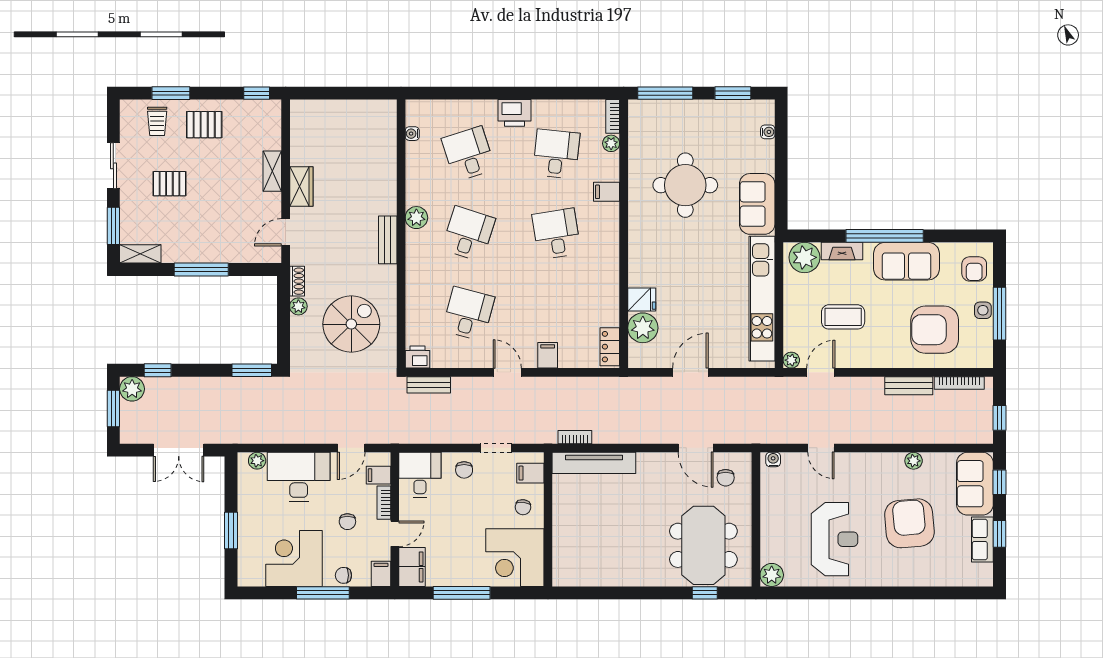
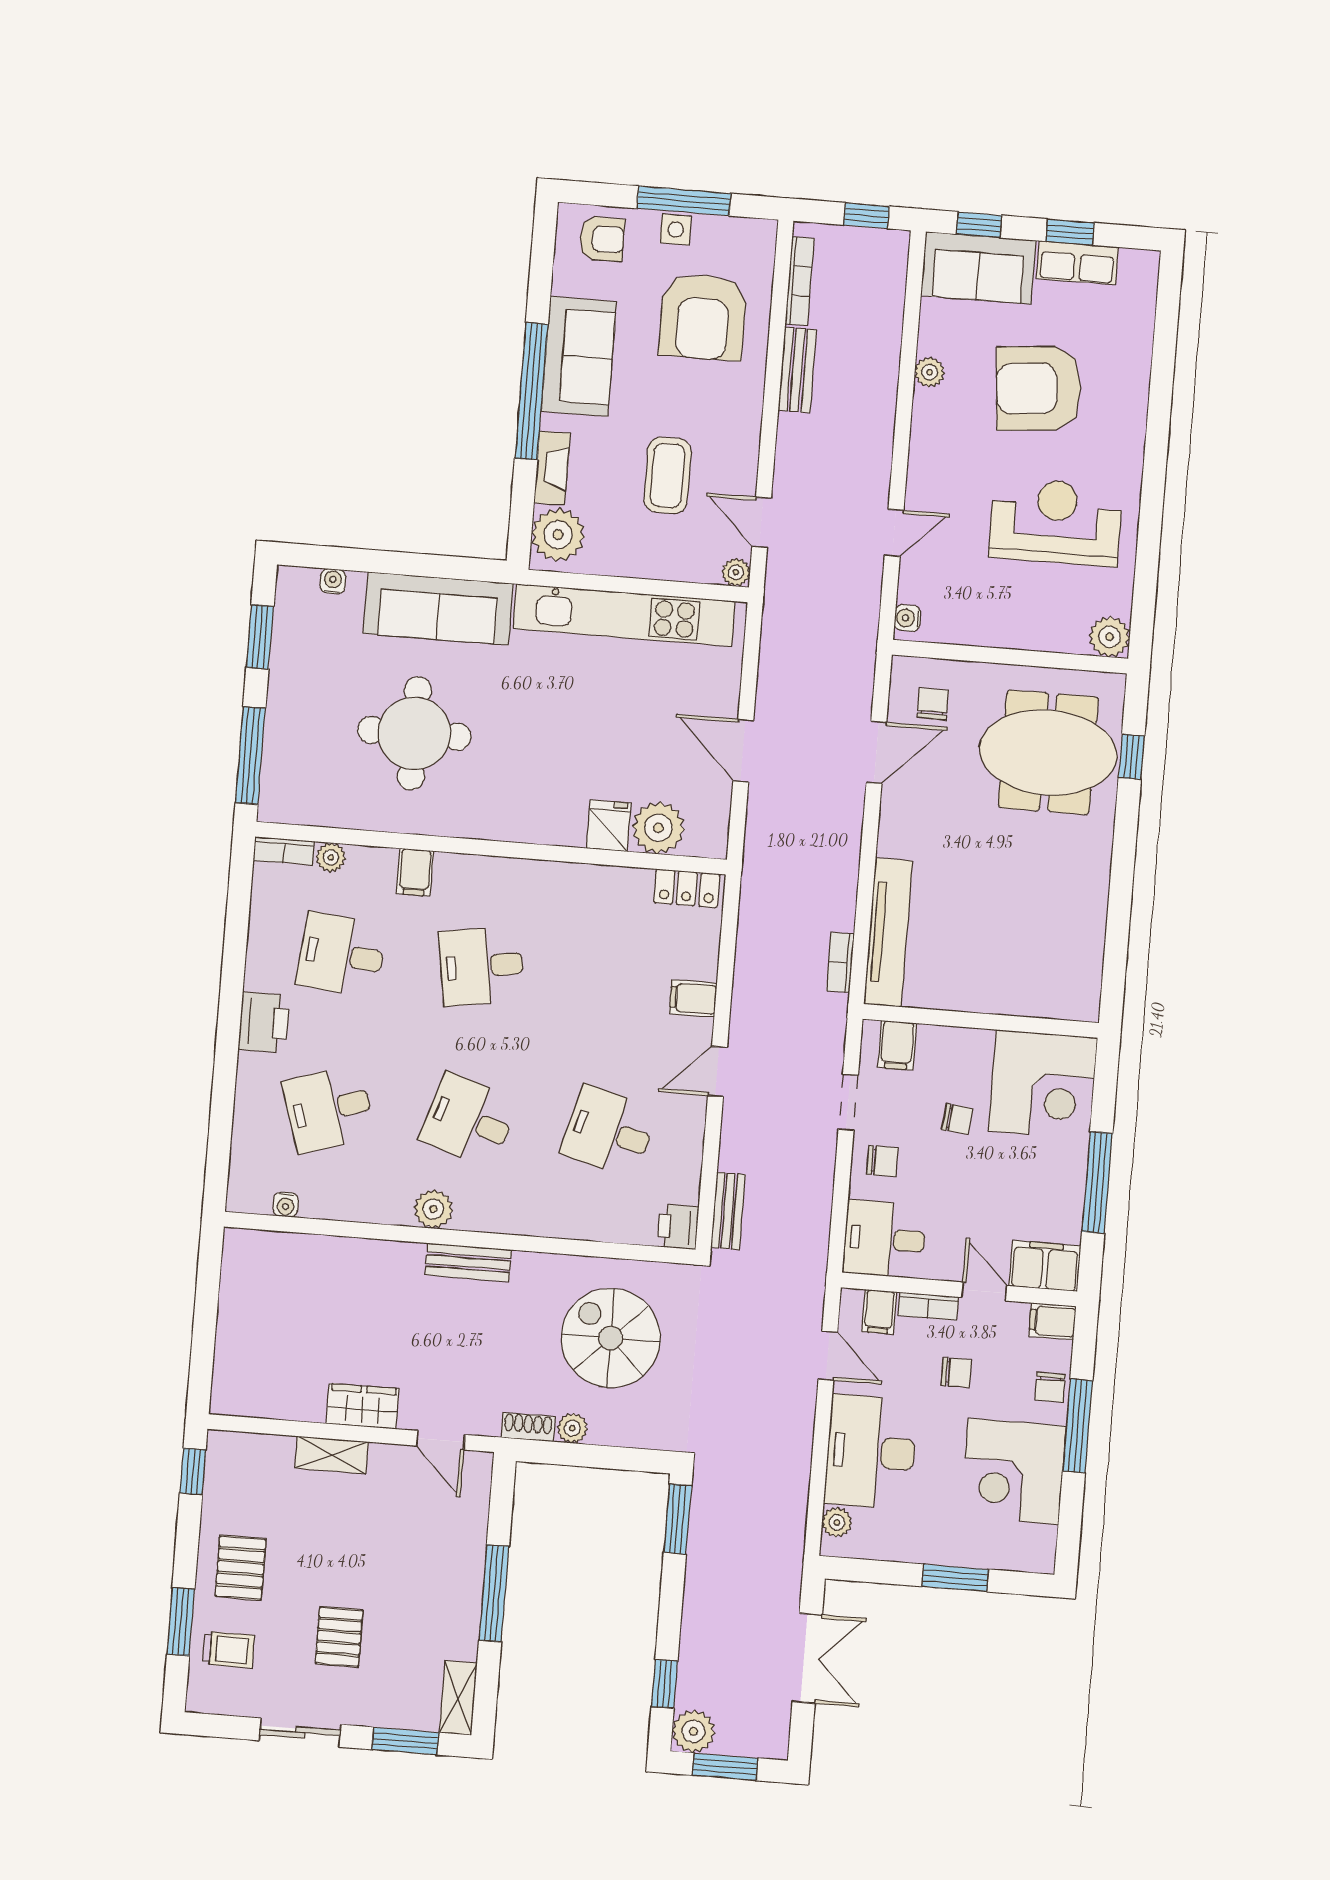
sofa: (757, 204) -> (438, 608), width x1.36
chair: (726, 478) -> (933, 704), turned -90
chair: (523, 507) -> (957, 1119), moved

